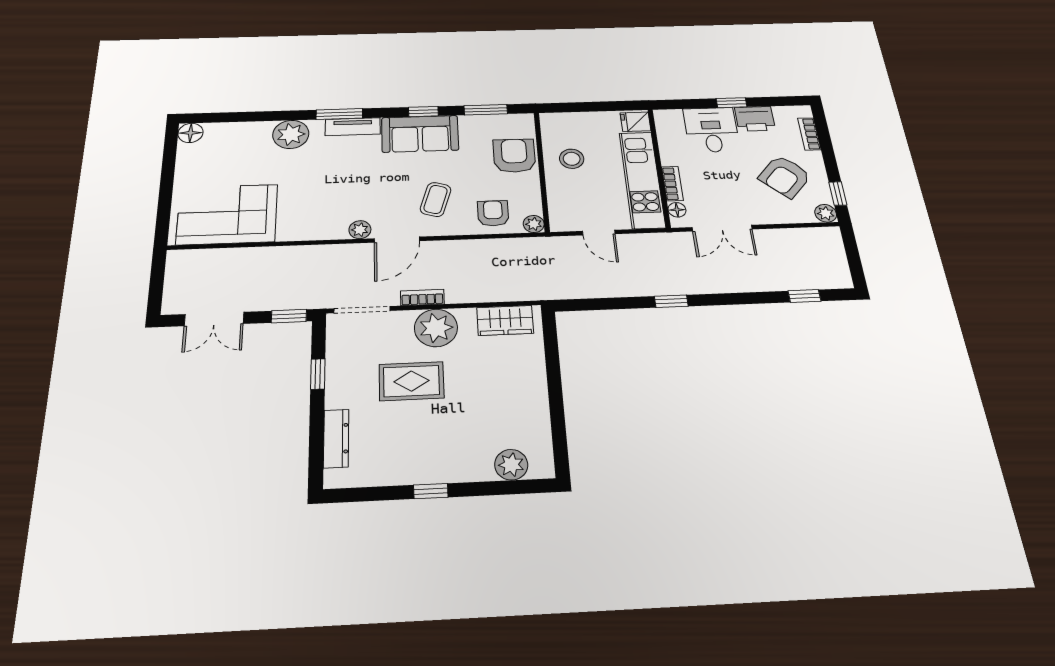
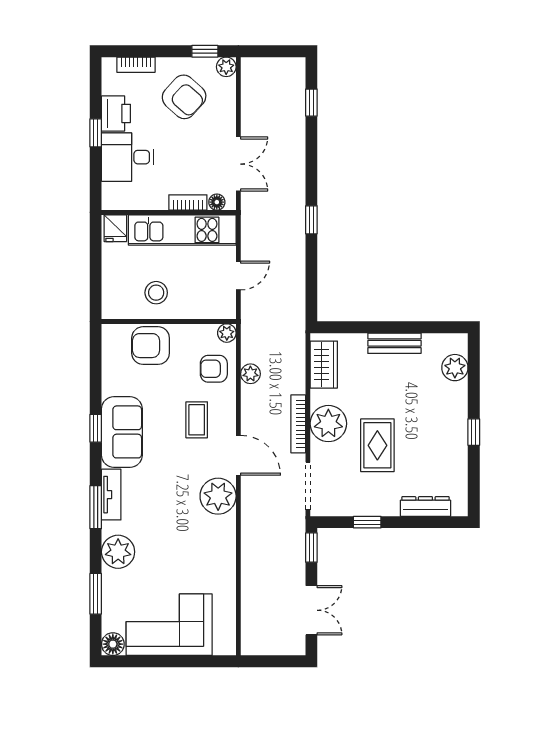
window: (486, 110) -> (96, 594), moved
coffee table: (436, 199) -> (197, 420), turned 73
corner sofa: (227, 214) -> (169, 625), moved, turned 90
plant: (360, 230) -> (218, 496), width x1.87, depth x1.87
plant: (490, 248) -> (250, 374), added
bookcase: (422, 297) -> (298, 424), width x1.56
bench: (536, 395) -> (394, 343), added

